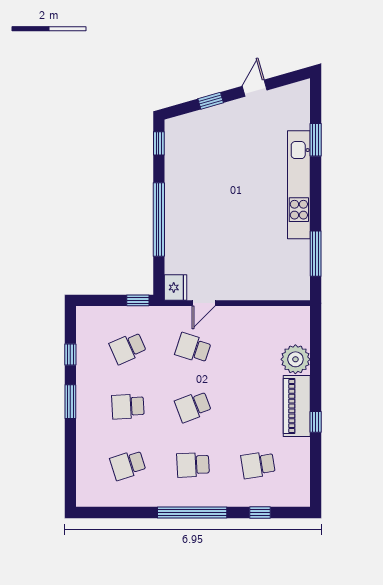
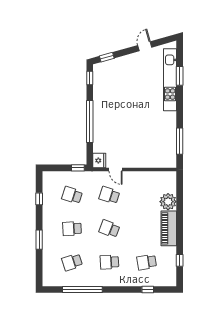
window: (211, 101) -> (107, 57), moved
kitchen unit: (299, 185) -> (170, 80), moved
door: (204, 303) -> (115, 169), hinge flipped
school desk: (128, 348) -> (72, 195), turned 42
window: (70, 402) -> (39, 240), moved
school desk: (193, 406) -> (109, 229), turned 42
window: (316, 422) -> (180, 260), moved
window: (192, 513) -> (82, 289), moved

